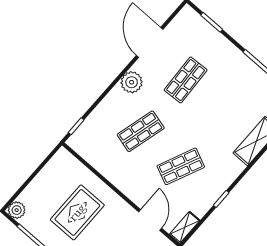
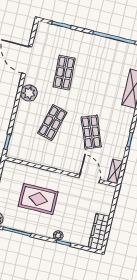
shop shelf: (181, 166) -> (91, 132), turned -45
rug: (77, 212) -> (38, 199), turned 90

